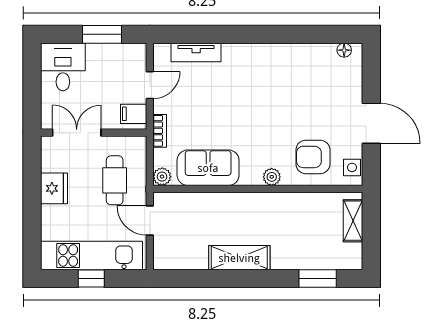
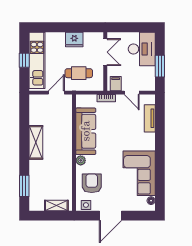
desk: (63, 67) -> (142, 49), width x1.37
corner sofa: (295, 72) -> (139, 173), added
sofa: (208, 168) -> (86, 131), width x1.36
plant: (162, 177) -> (81, 99), removed

